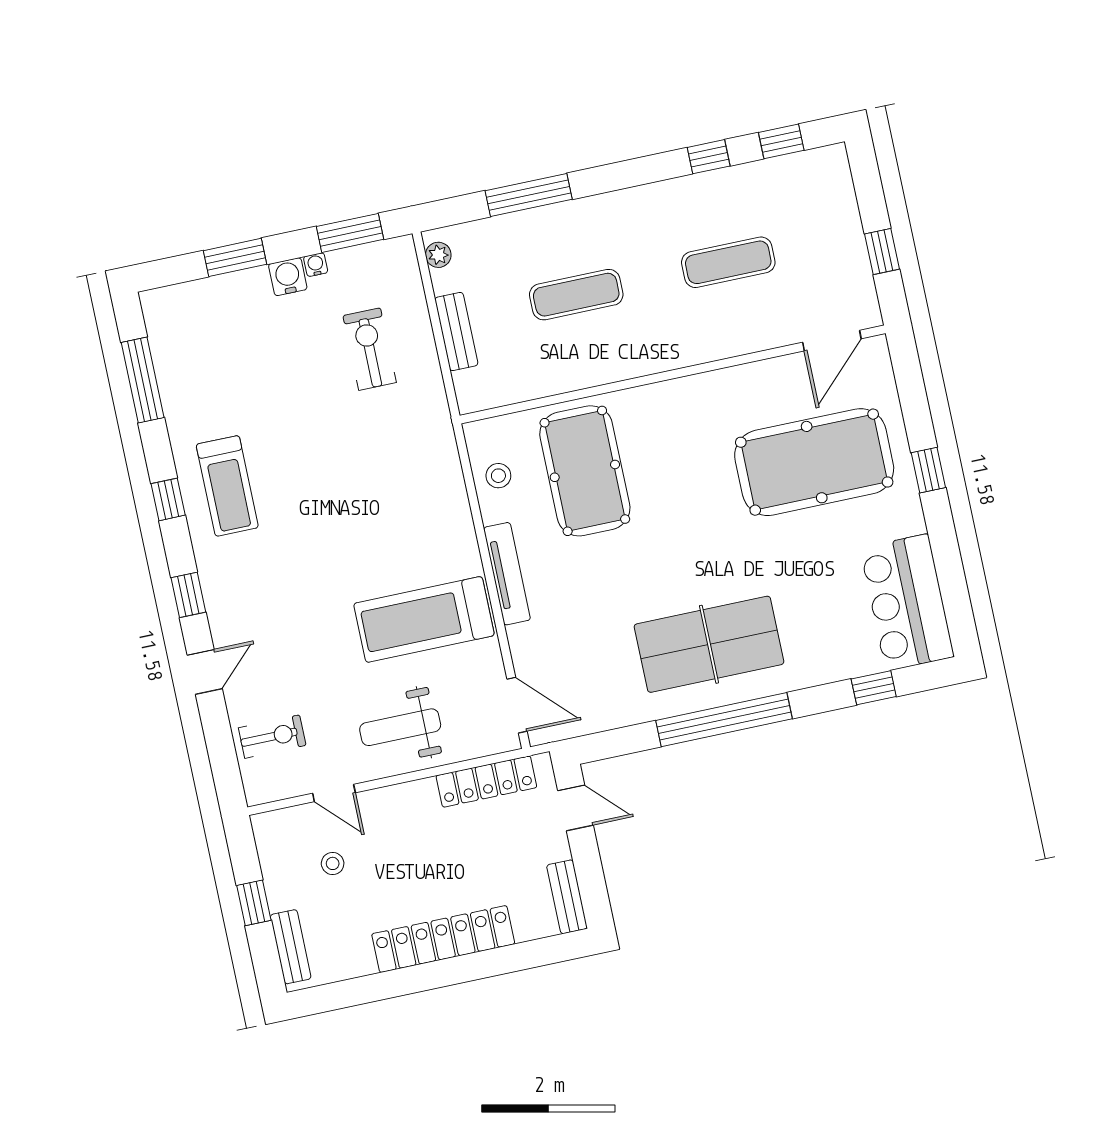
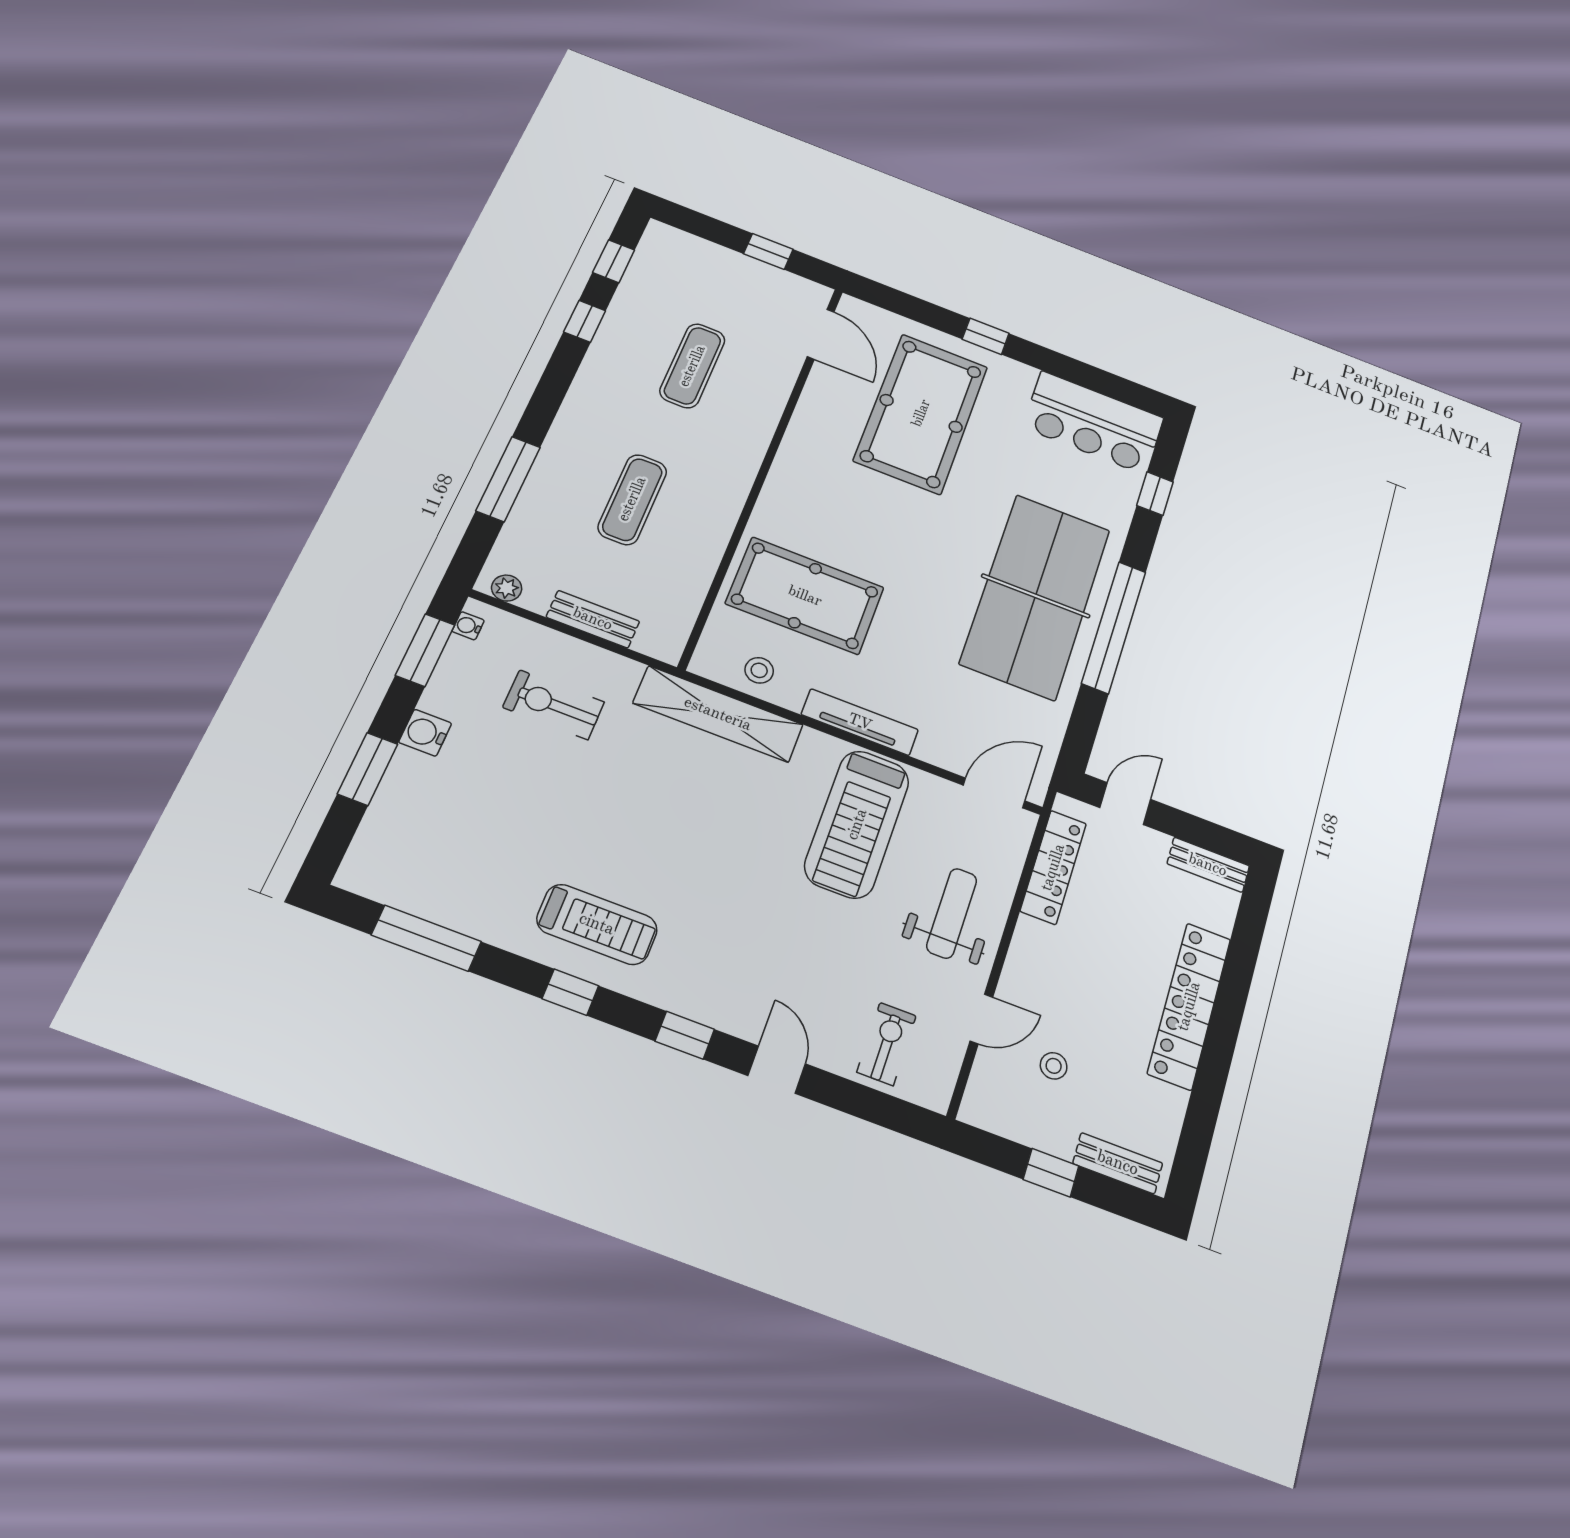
water cooler: (316, 265) -> (468, 626), moved
shelving: (443, 468) -> (718, 714), added
table tennis table: (709, 644) -> (1036, 596), width x1.36, depth x1.32
weight bench: (400, 727) -> (952, 913), turned 180

